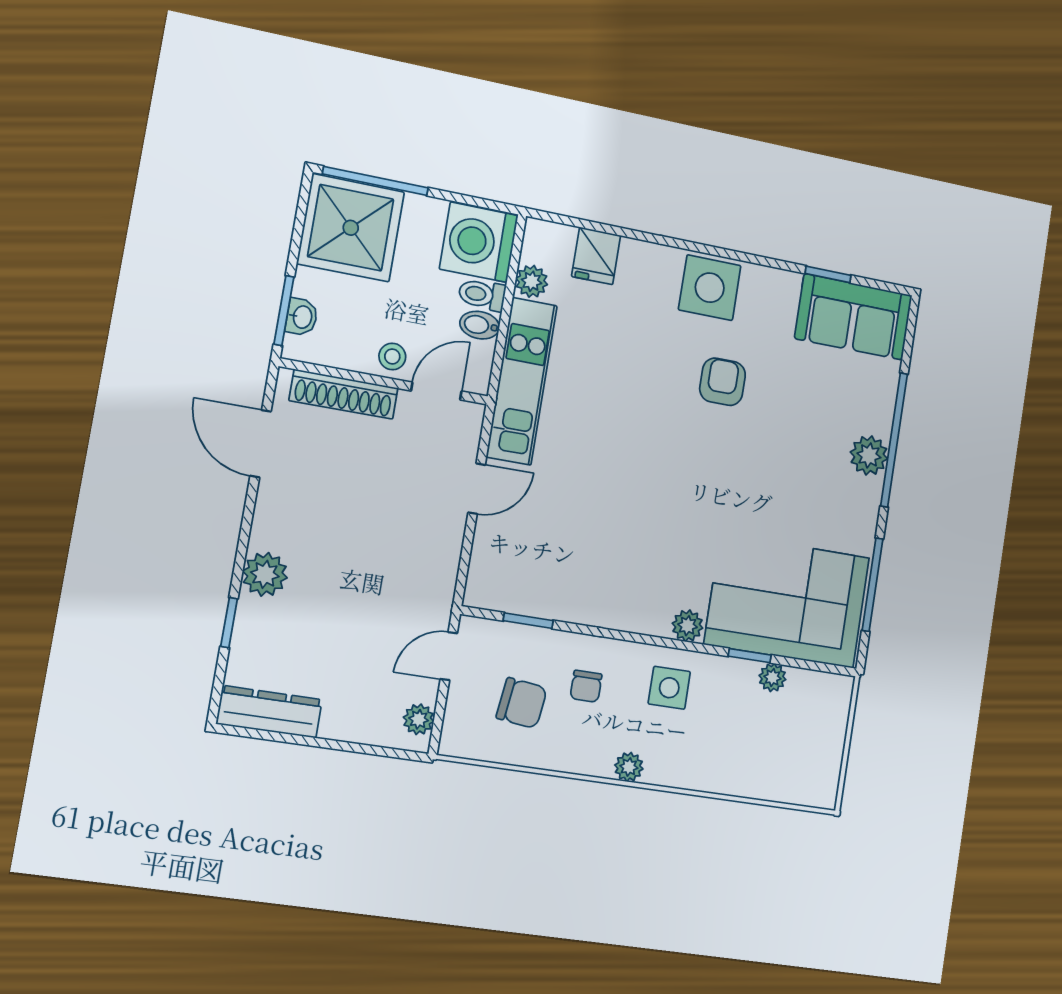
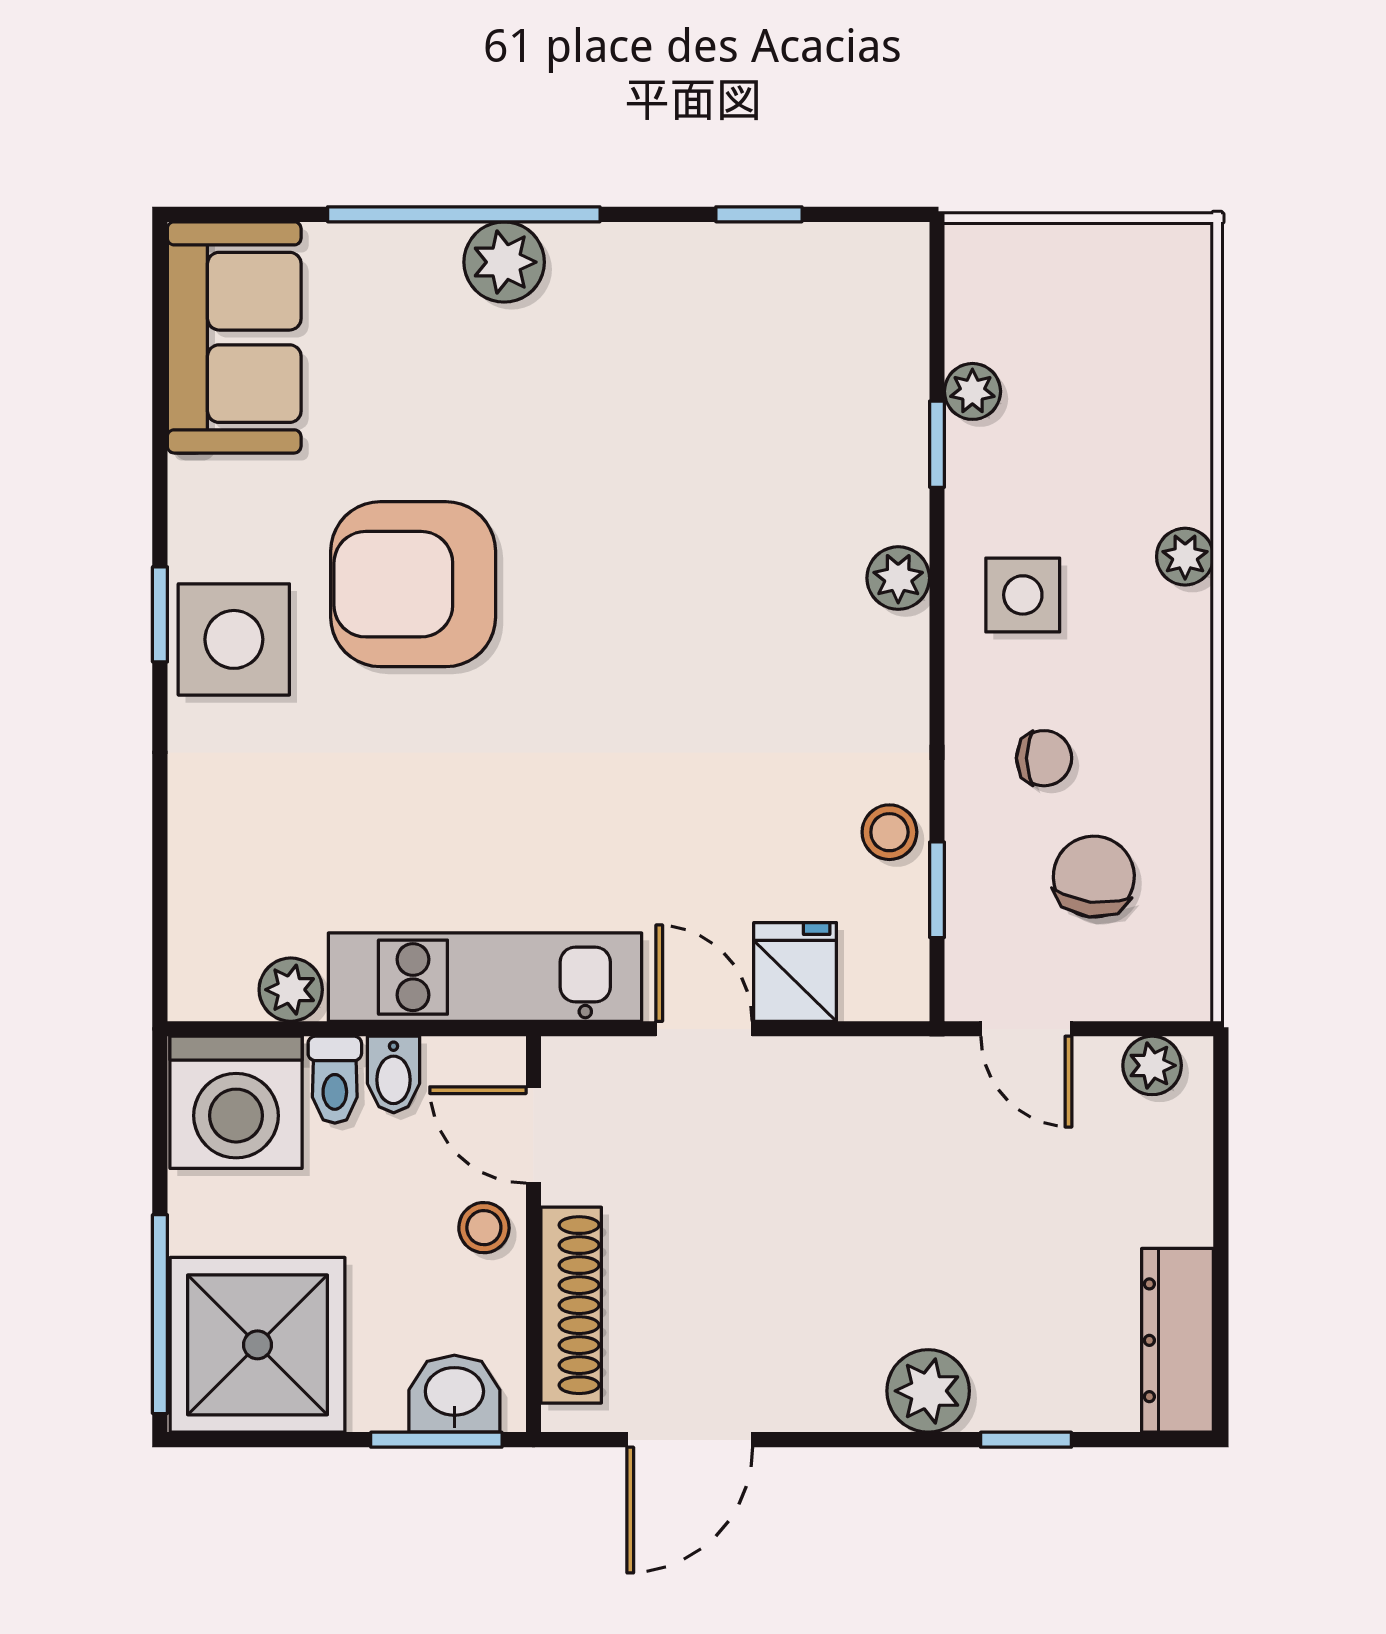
fridge: (596, 256) -> (795, 972), moved, turned -90
window: (828, 274) -> (160, 614), moved
washbasin: (302, 317) -> (454, 1394), width x1.38, depth x1.45
armchair: (723, 382) -> (413, 584), width x1.88, depth x1.88
window: (873, 585) -> (759, 214), width x0.46
stool: (561, 601) -> (889, 832), added
corner sofa: (787, 601) -> (819, 385), removed
plant: (629, 767) -> (1185, 557), moved

